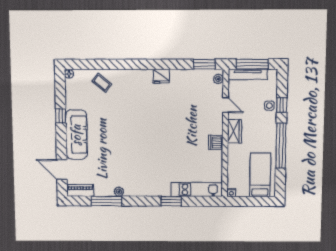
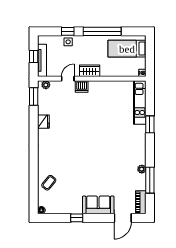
window: (252, 64) -> (34, 57), width x0.46
fridge: (161, 76) -> (43, 122), moved
sofa: (76, 135) -> (98, 205), width x0.73
dishwasher: (216, 142) -> (82, 86), moved

